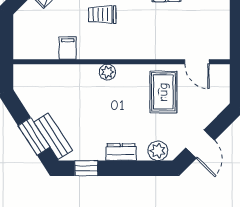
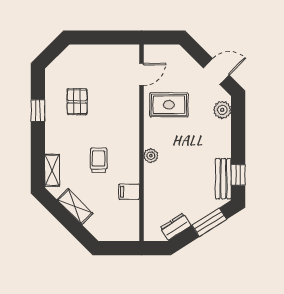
trolley: (102, 15) -> (99, 160), turned 180
bench: (53, 136) -> (223, 179), moved, turned -57
dresser: (121, 152) -> (175, 227), moved, turned 57

